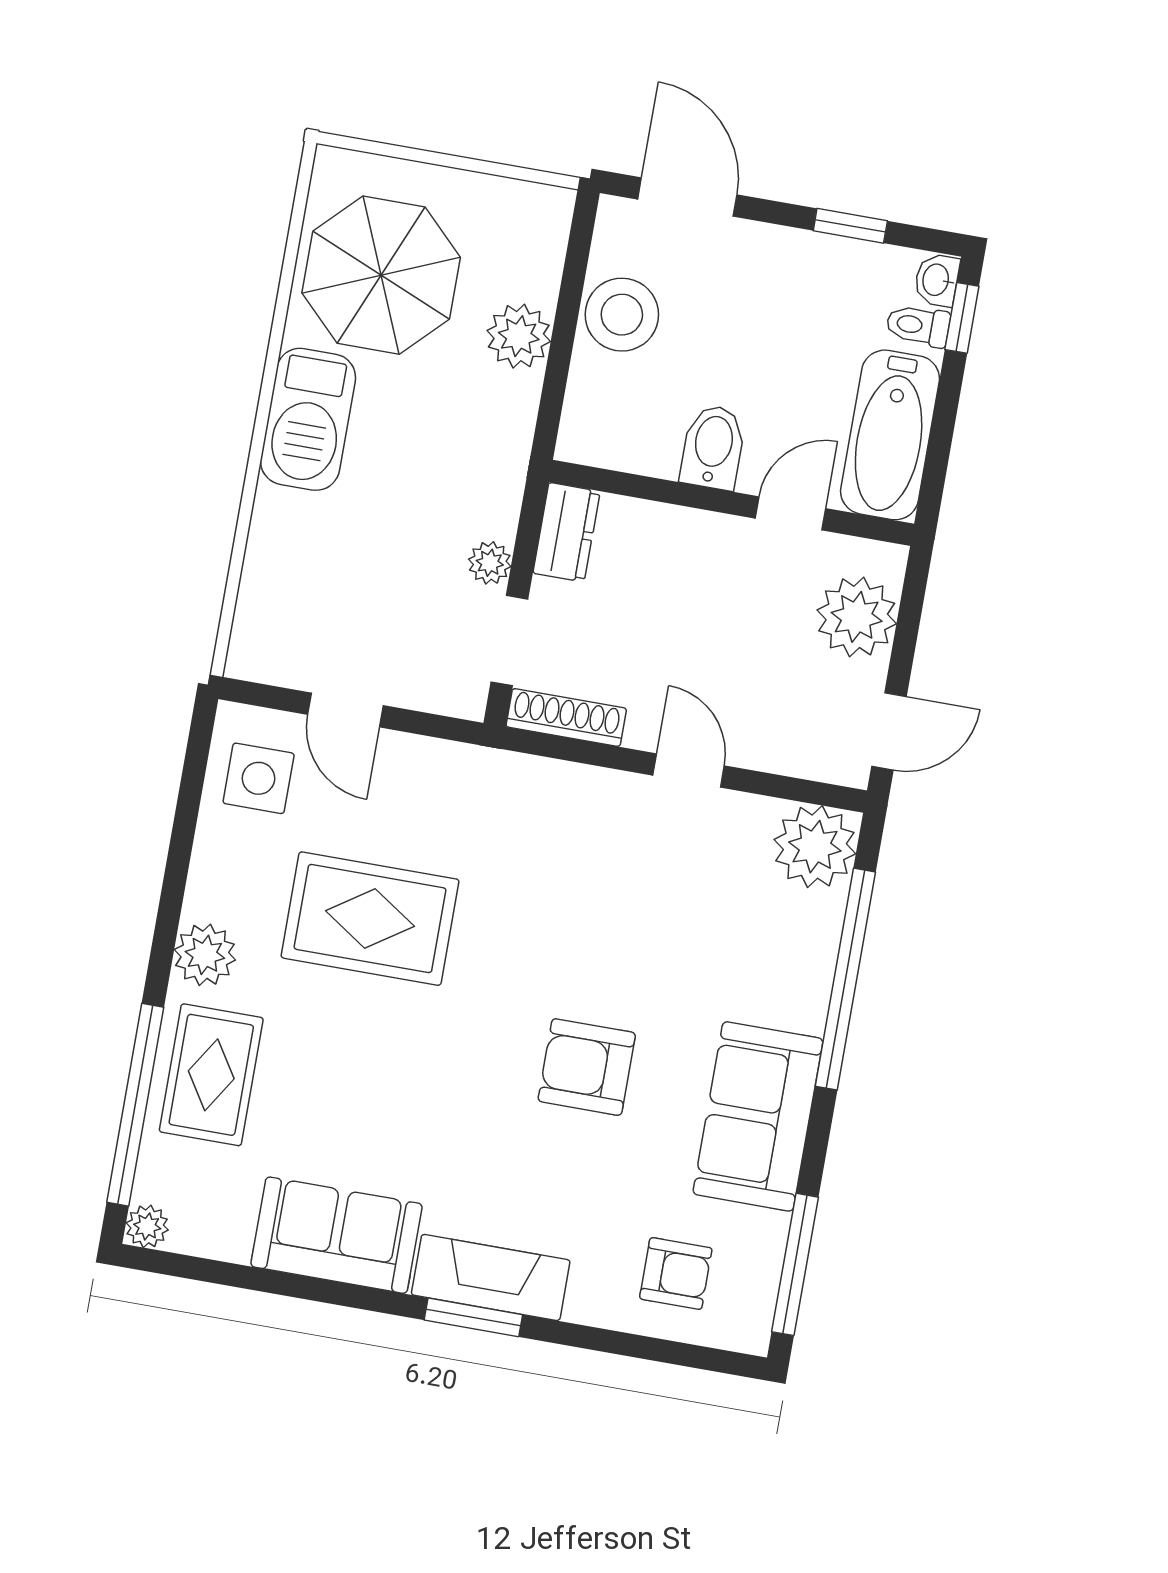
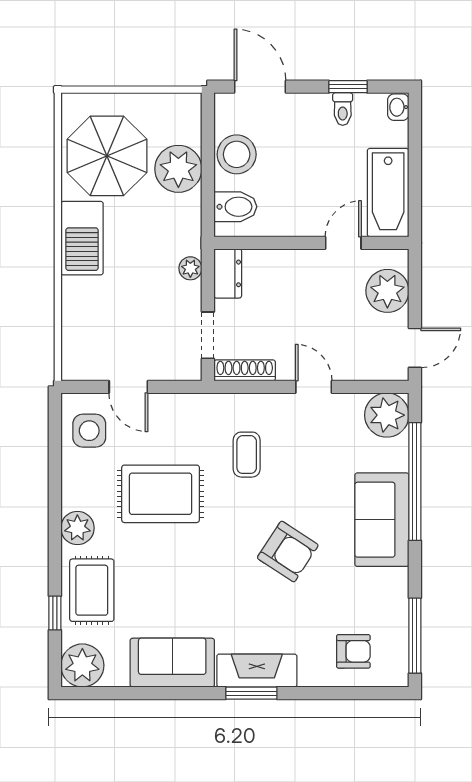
window: (962, 318) -> (415, 125), removed
toilet: (918, 326) -> (343, 109), moved, turned -90
plant: (519, 336) -> (178, 169), width x1.36, depth x1.36
bidet: (713, 447) -> (235, 207), moved, turned 90
plant: (490, 563) -> (190, 268), moved
coffee table: (542, 874) -> (247, 455), added
armchair: (587, 1067) -> (288, 551), turned -147
window: (135, 1105) -> (55, 613), width x0.32
sofa: (758, 1116) -> (382, 520), moved
plant: (147, 1226) -> (82, 665), width x1.88, depth x1.88

